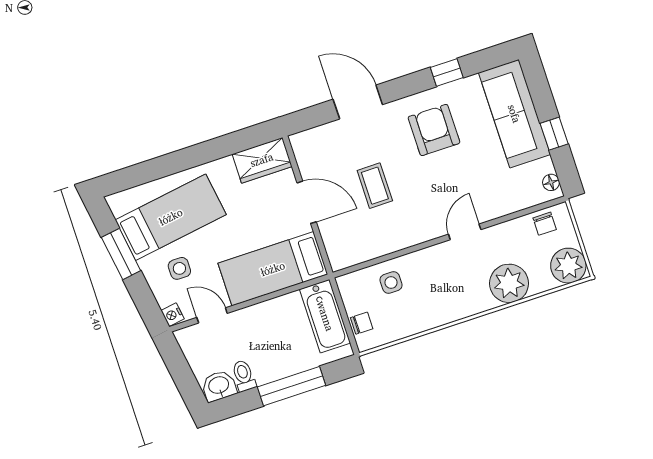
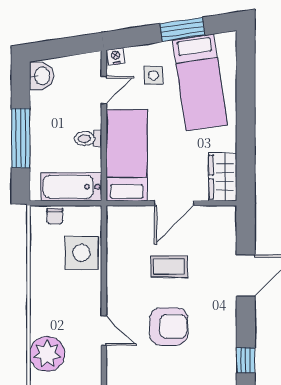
armchair: (434, 130) -> (169, 326), moved
side table: (391, 282) -> (81, 253), width x1.87, depth x1.87
toilet: (244, 376) -> (88, 139), moved, turned 180

